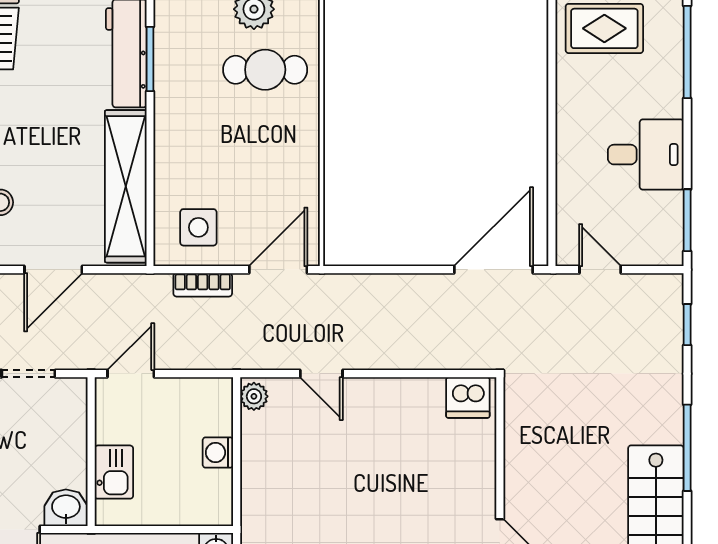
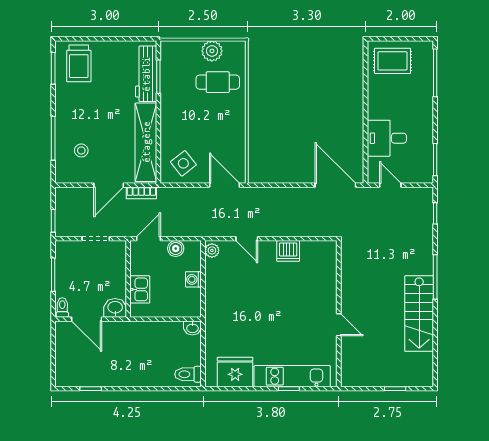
desk: (646, 155) -> (387, 138), moved, turned 180
side table: (198, 227) -> (183, 163), turned -38
door: (278, 270) -> (224, 185), hinge flipped
door: (493, 270) -> (335, 185), hinge flipped
bookcase: (203, 285) -> (141, 193), moved
boiler: (184, 393) -> (176, 249), added
dishwasher: (468, 397) -> (288, 251), moved

